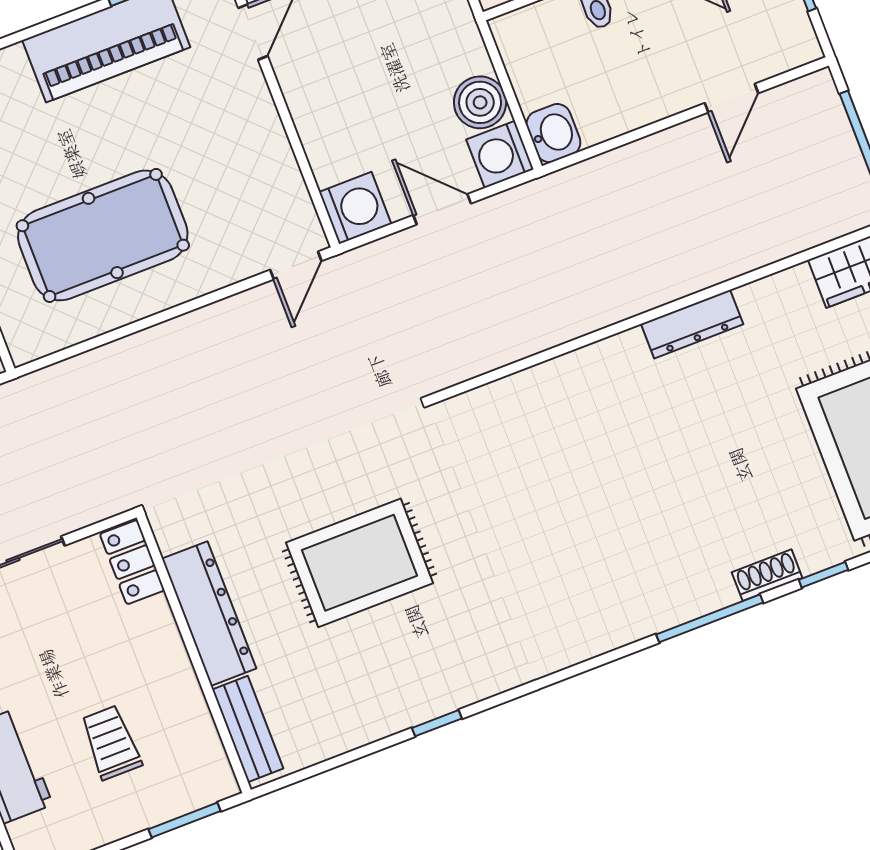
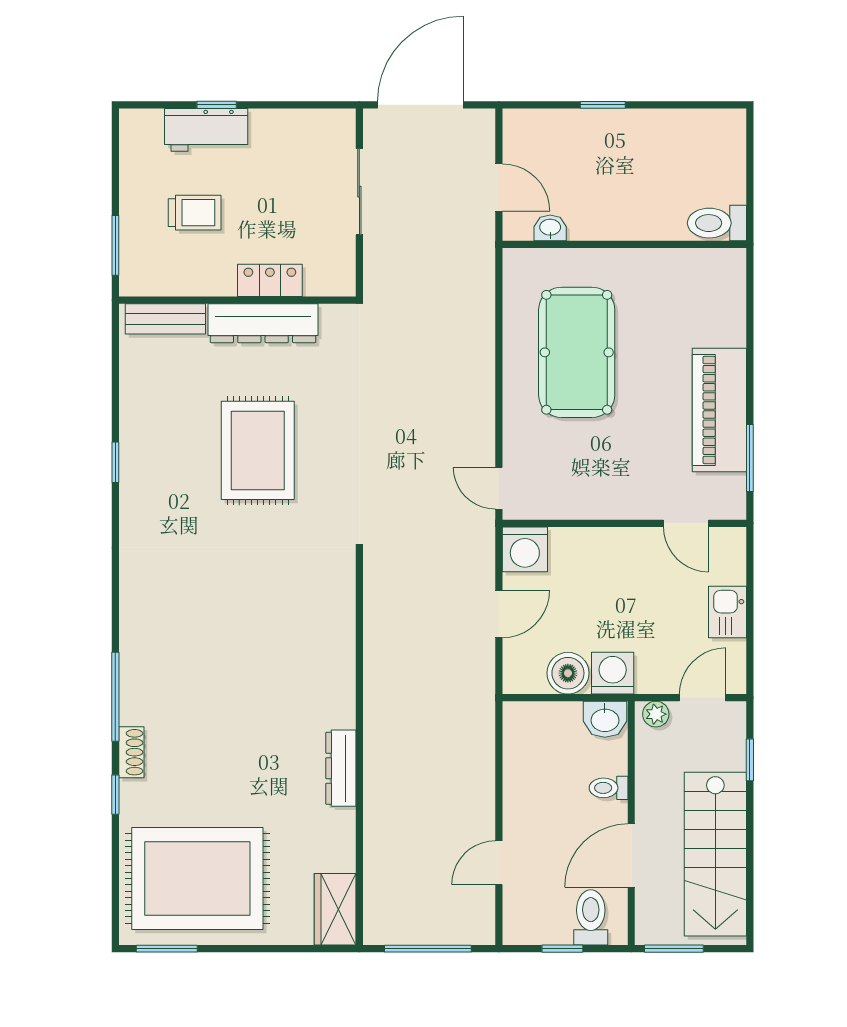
door: (731, 98) -> (499, 863), hinge flipped
washbasin: (553, 133) -> (605, 719), moved
washing machine: (500, 154) -> (613, 673), moved
locker: (132, 562) -> (270, 280), moved

